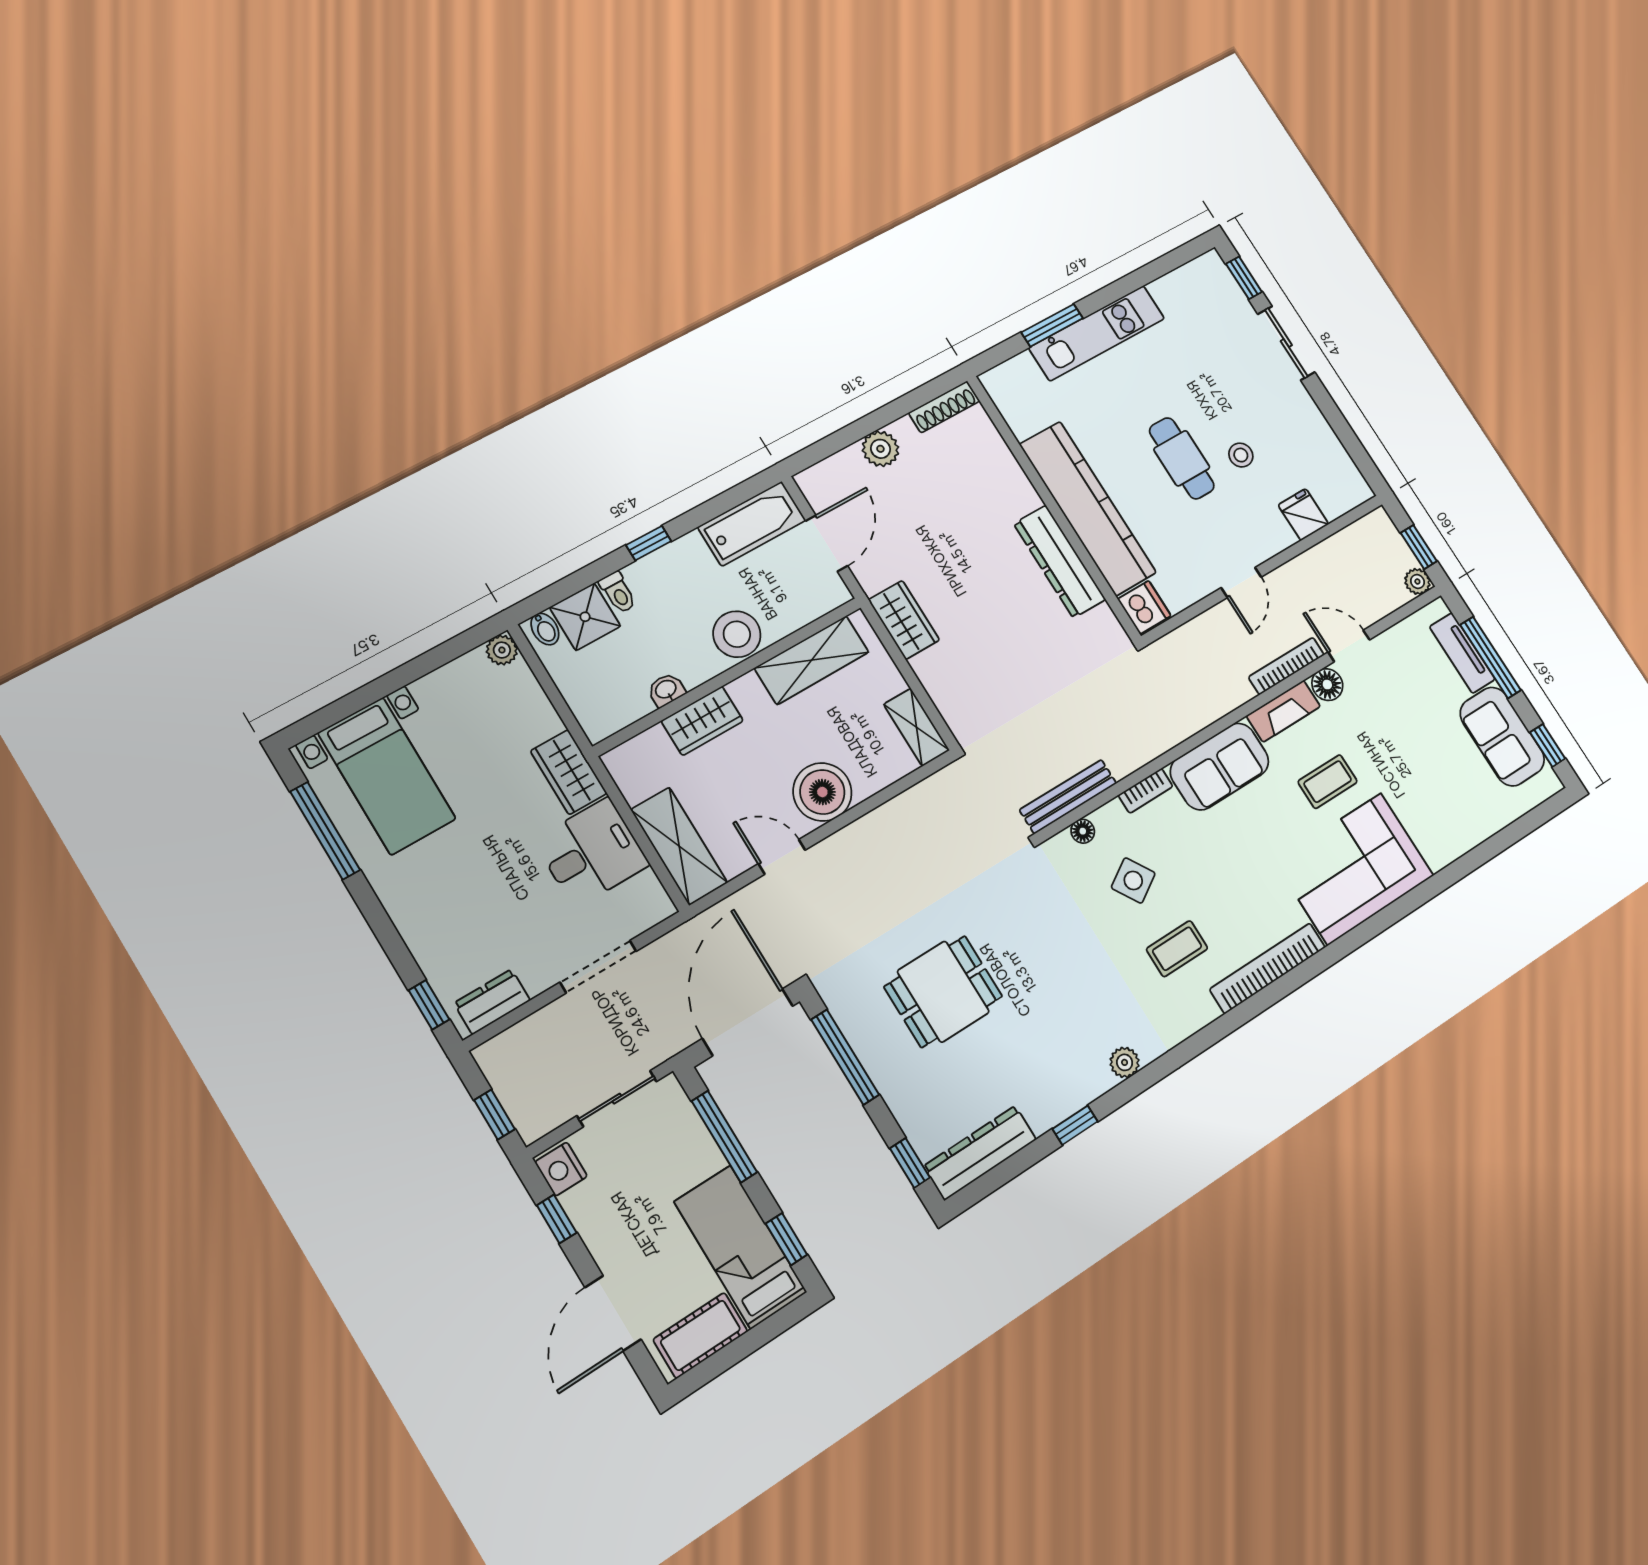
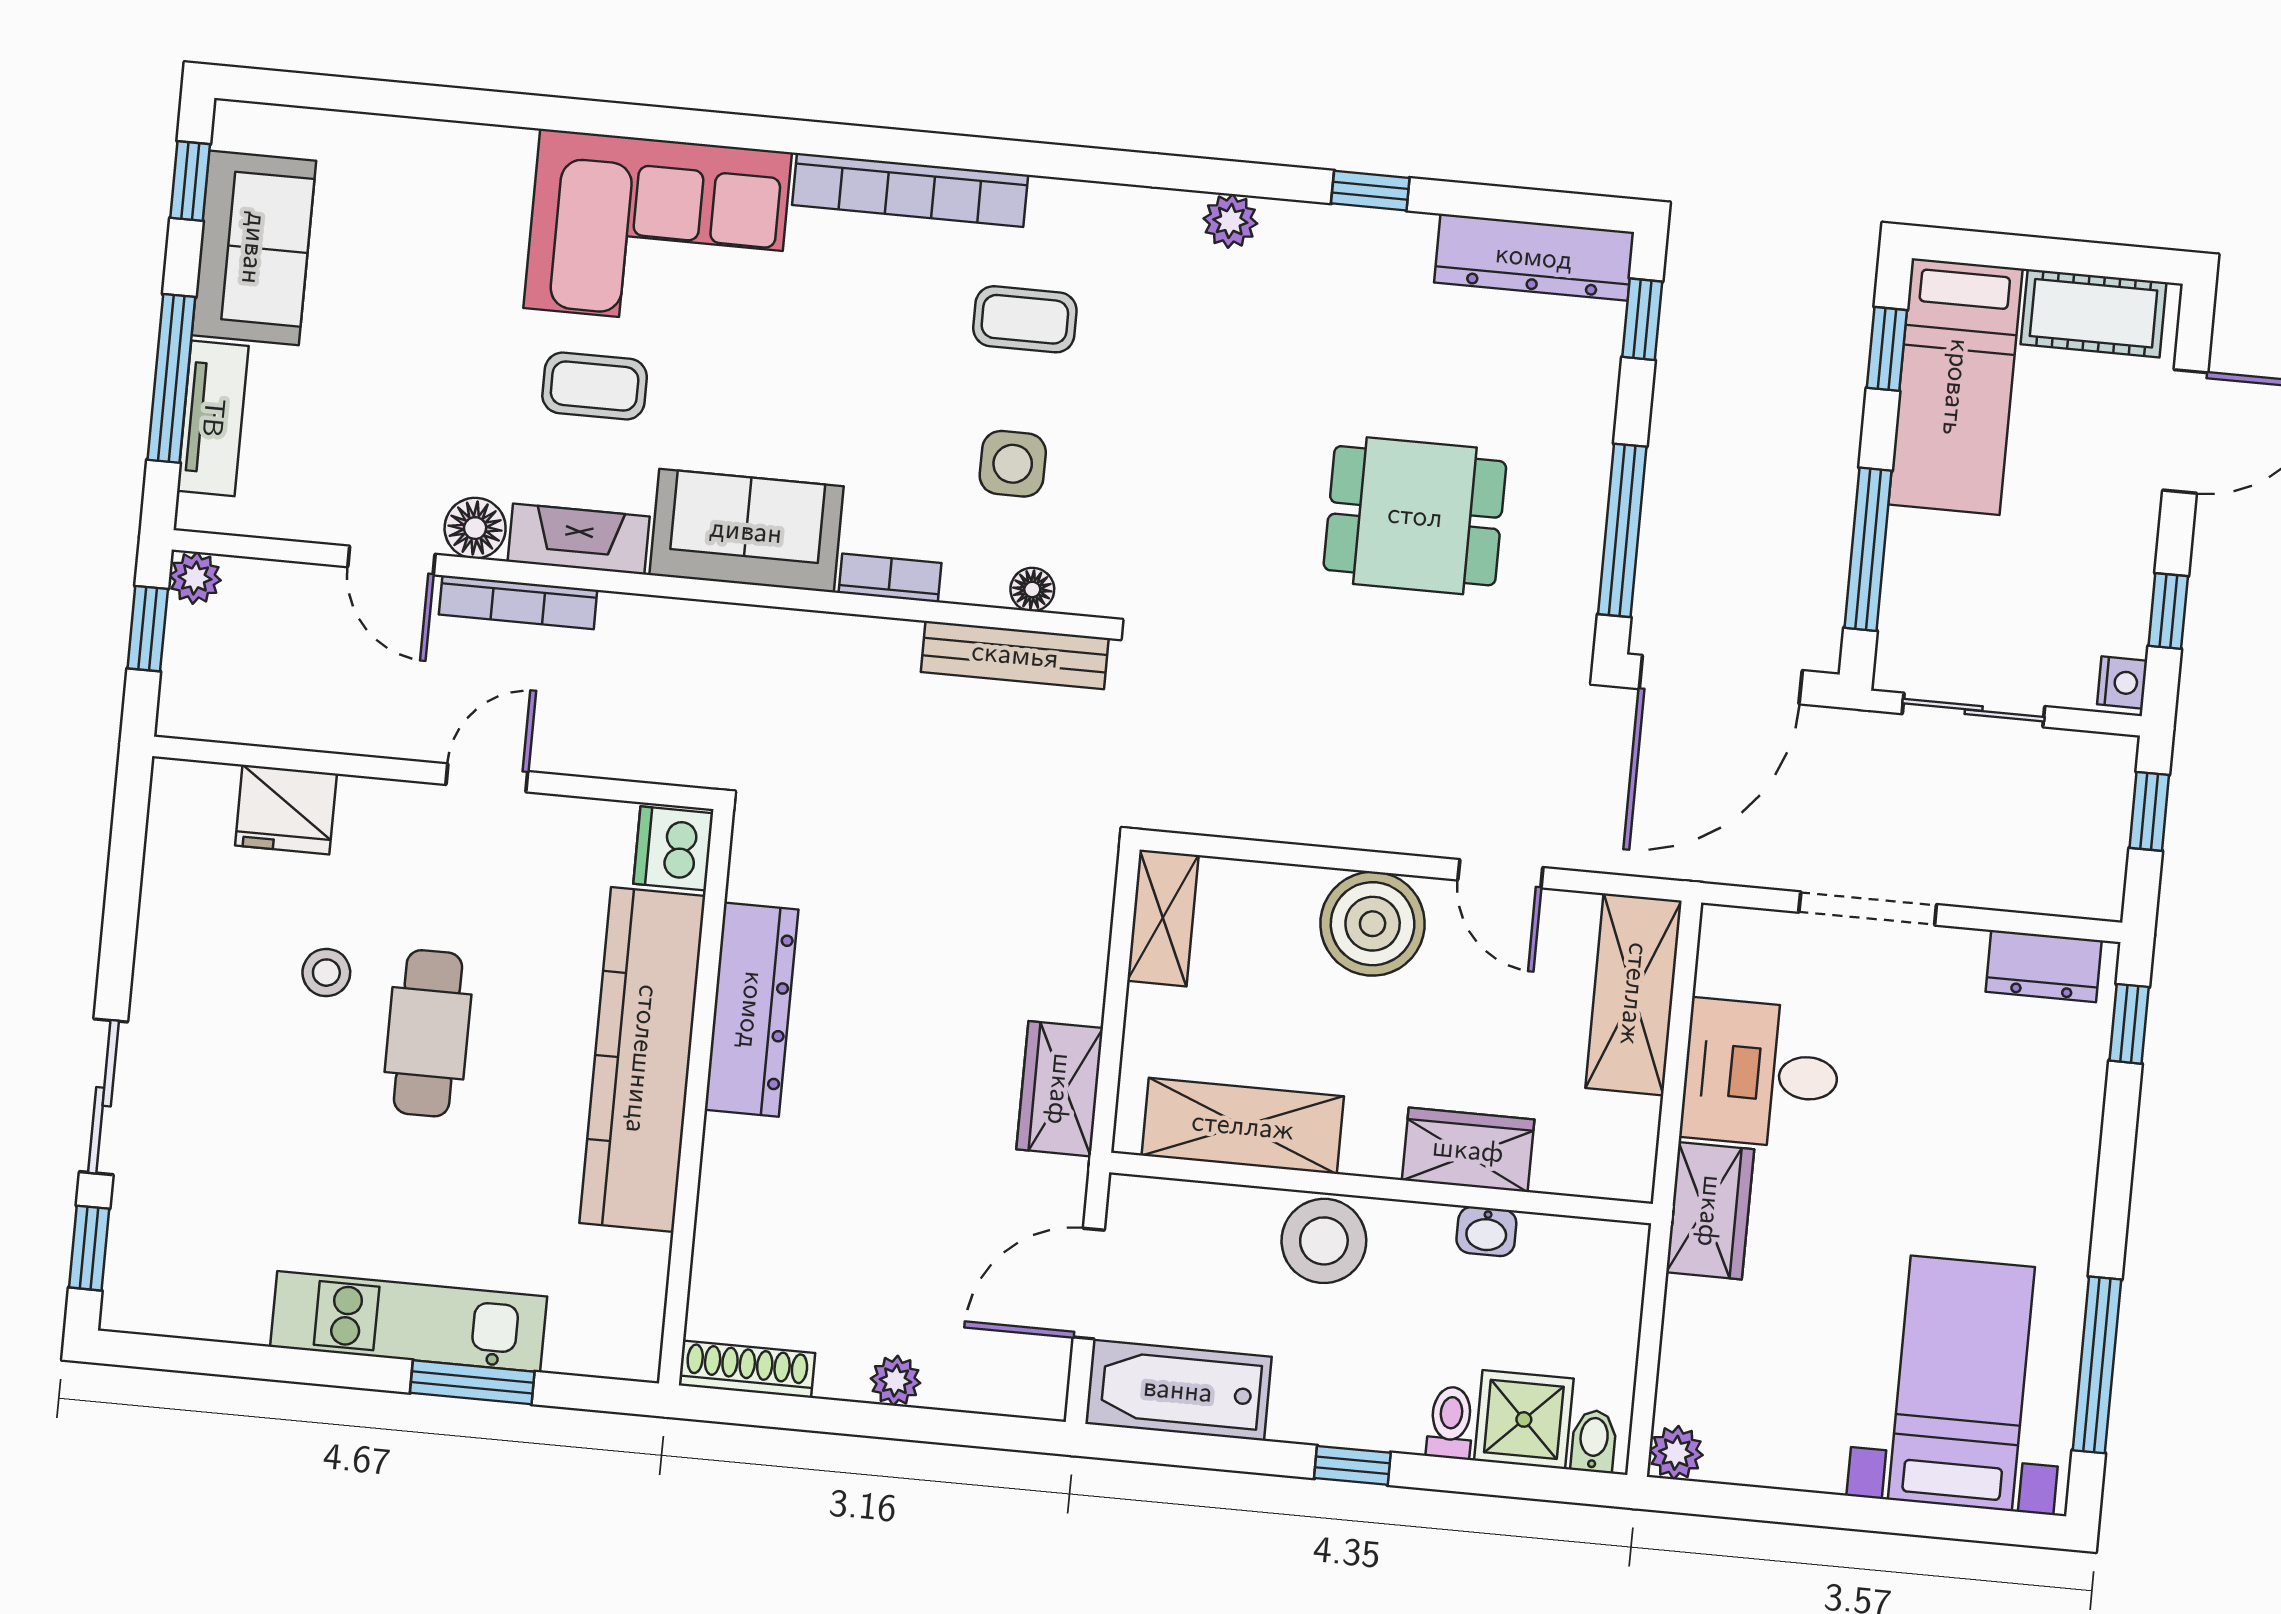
plant: (880, 449) -> (895, 1381), width x0.73, depth x0.73
fridge: (1303, 514) -> (286, 810), width x1.38
side table: (1133, 880) -> (1013, 464), turned 32
nightstand: (561, 1169) -> (2122, 683), width x0.72, depth x0.74

